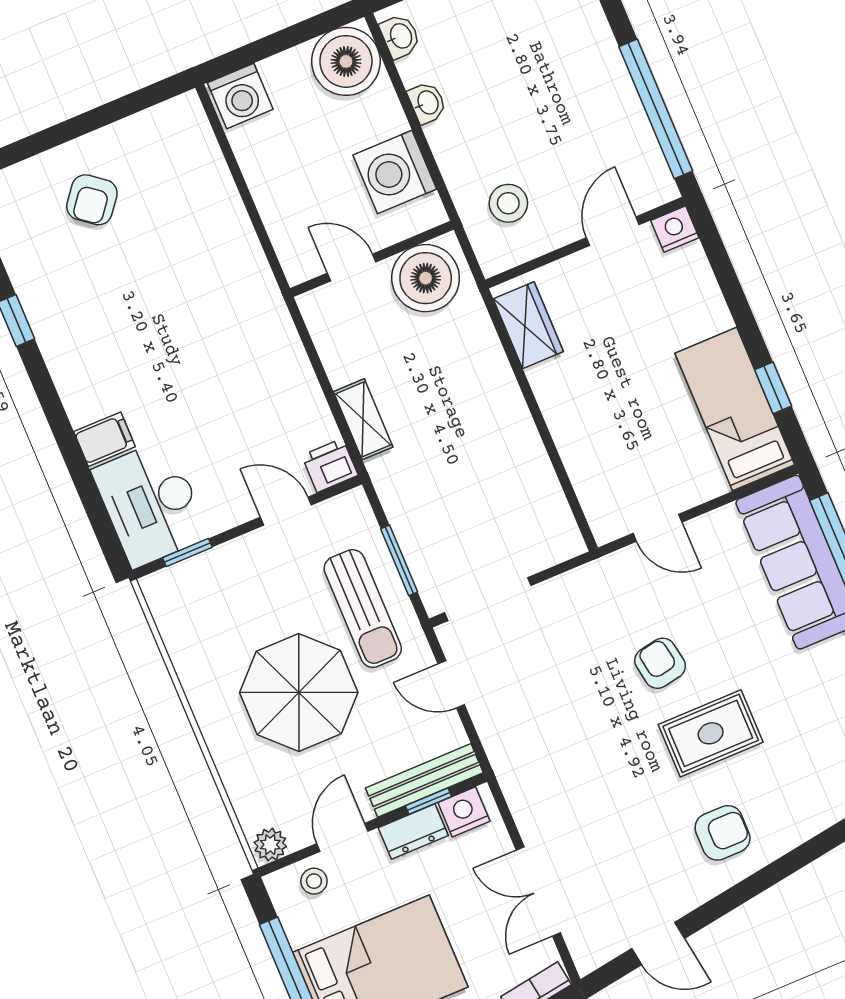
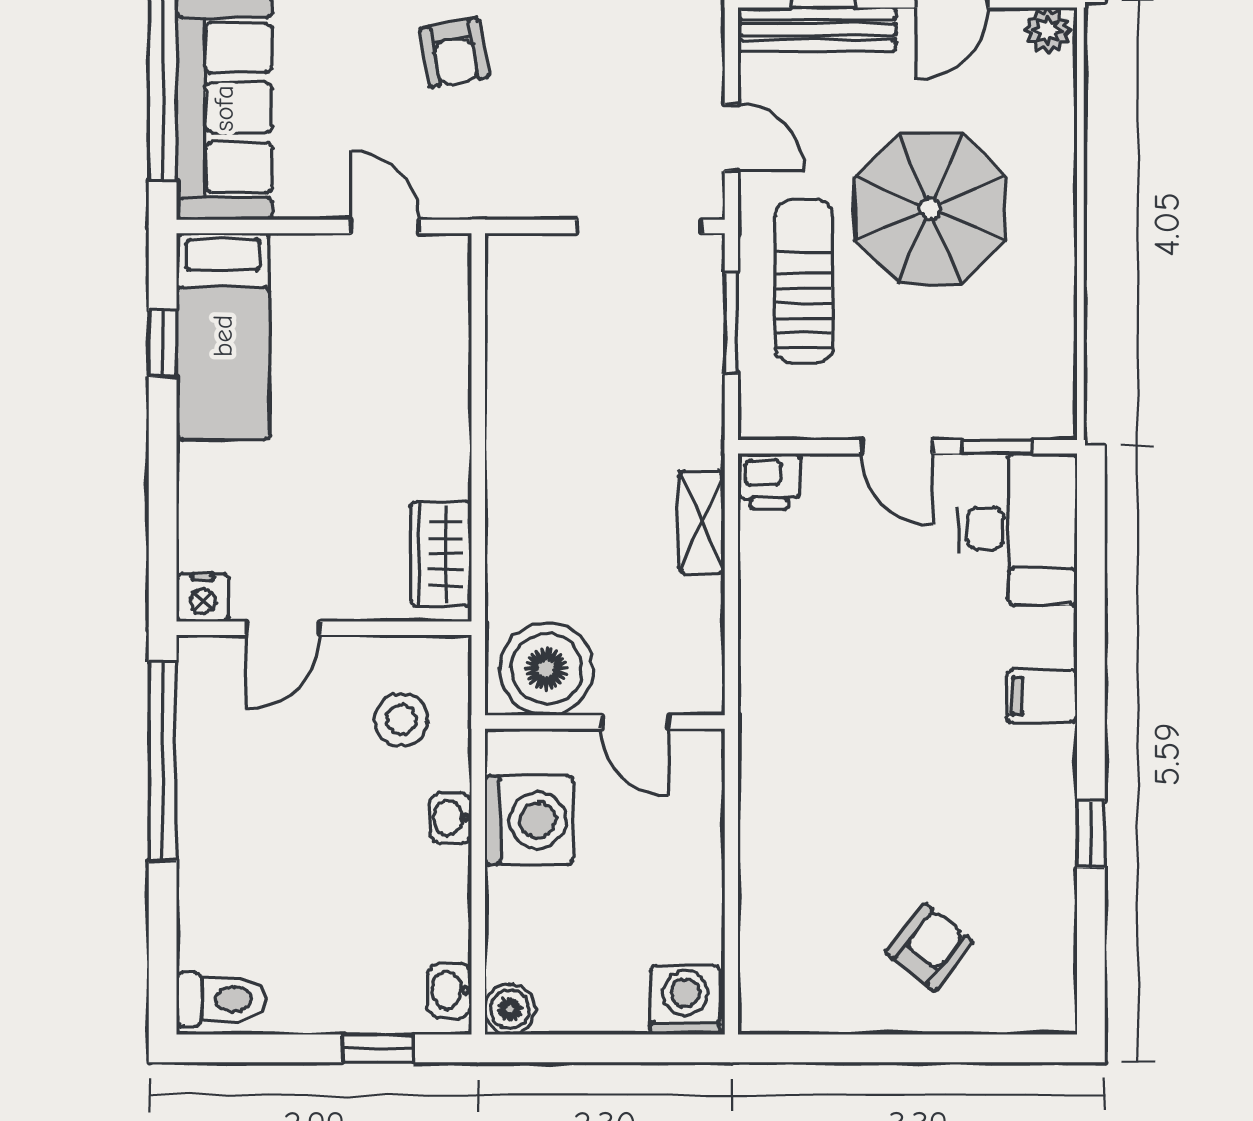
boiler: (346, 61) -> (510, 1009), width x0.54, depth x0.54
washbasin: (427, 103) -> (451, 818), moved
filing cabinet: (104, 439) -> (1042, 696), moved
door: (286, 511) -> (897, 447), moved

